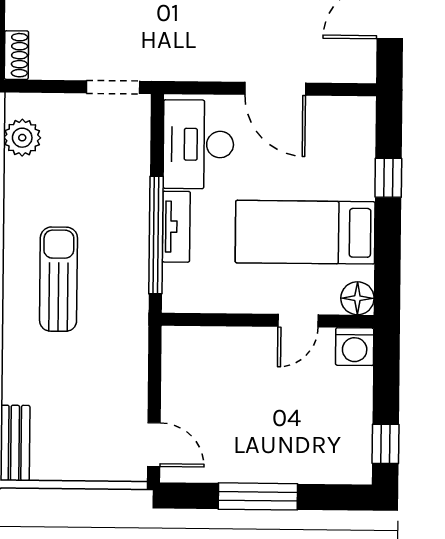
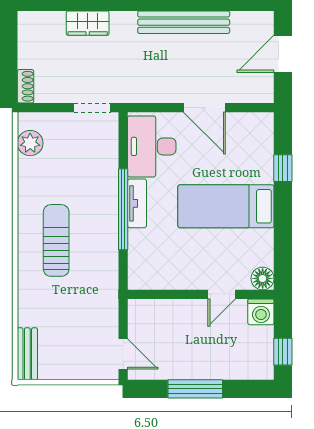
floor lamp: (357, 298) -> (263, 278), moved
wall: (268, 320) -> (201, 294), moved
door: (298, 321) -> (222, 294), moved
washing machine: (355, 347) -> (261, 312), moved

